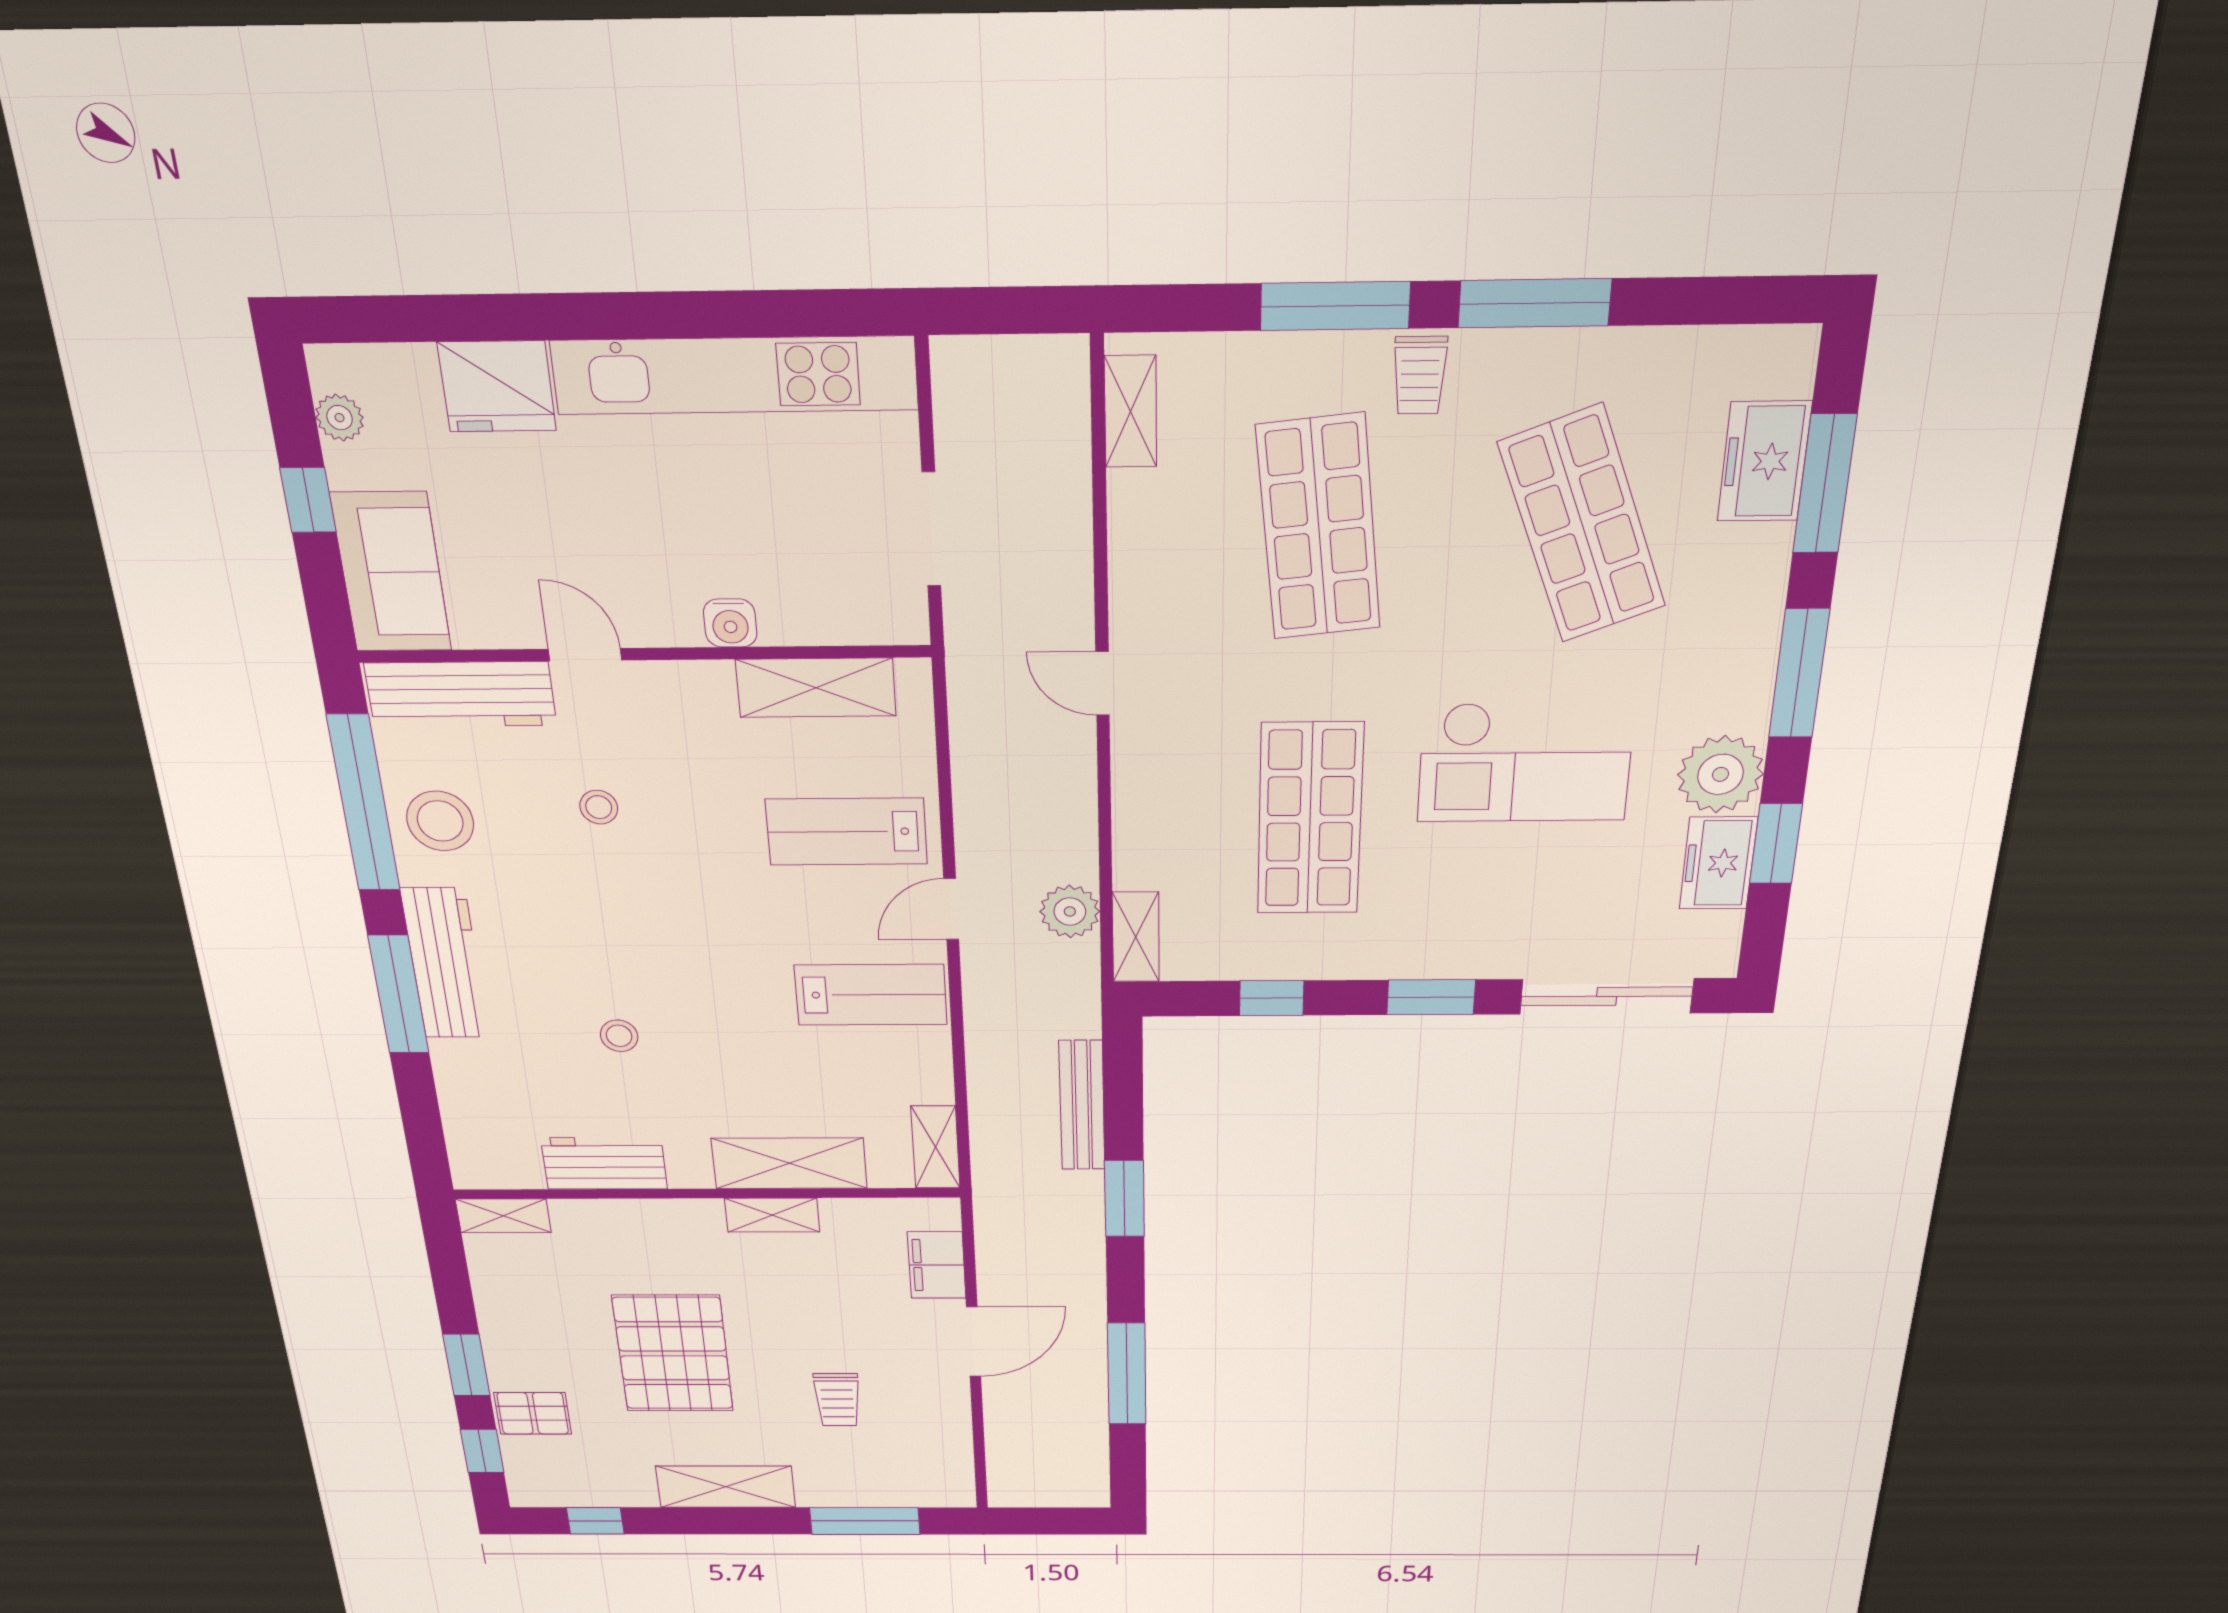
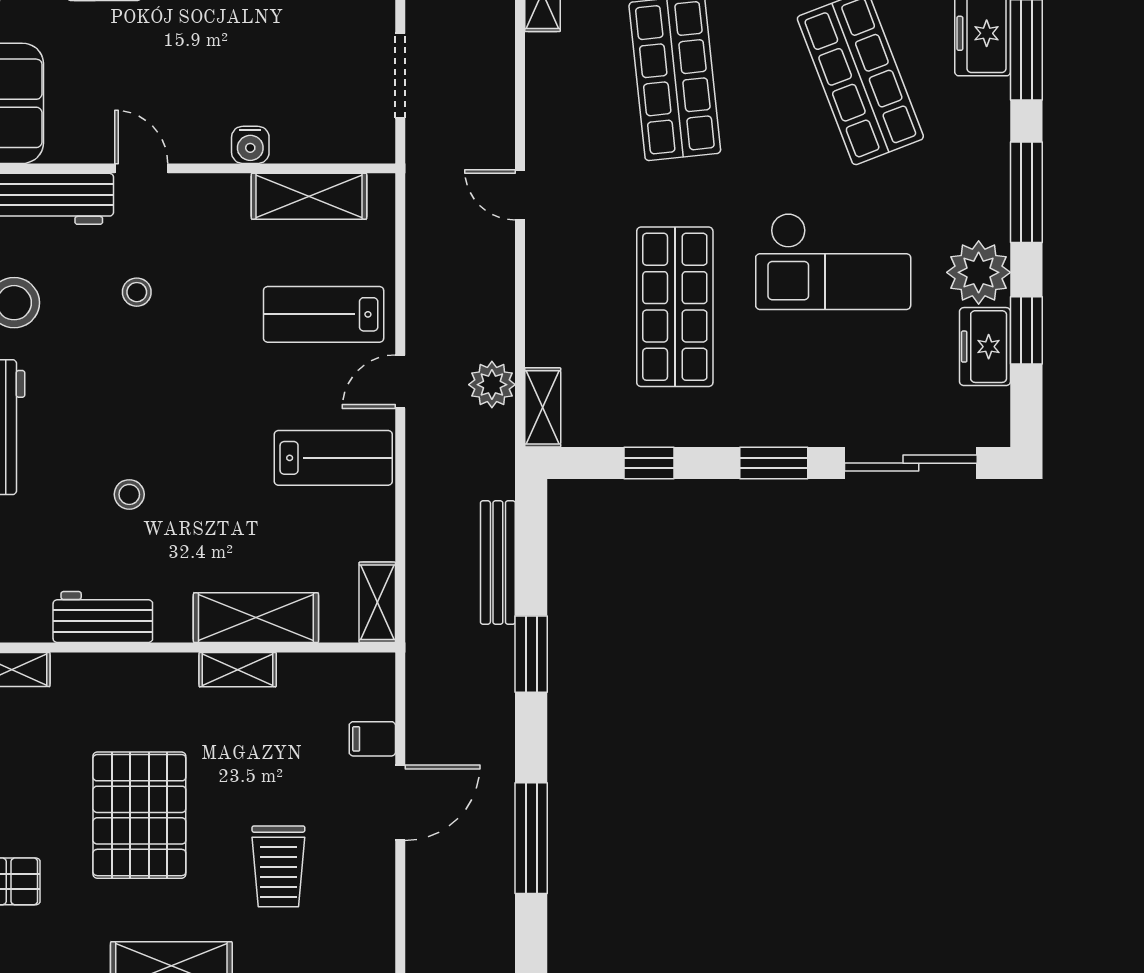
filing cabinet: (937, 1265) -> (372, 739), width x0.50
trolley: (837, 1400) -> (278, 866), width x1.36, depth x1.39

